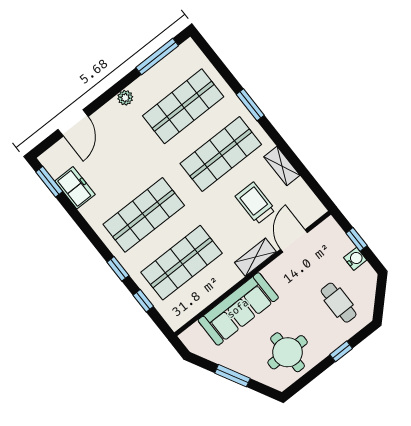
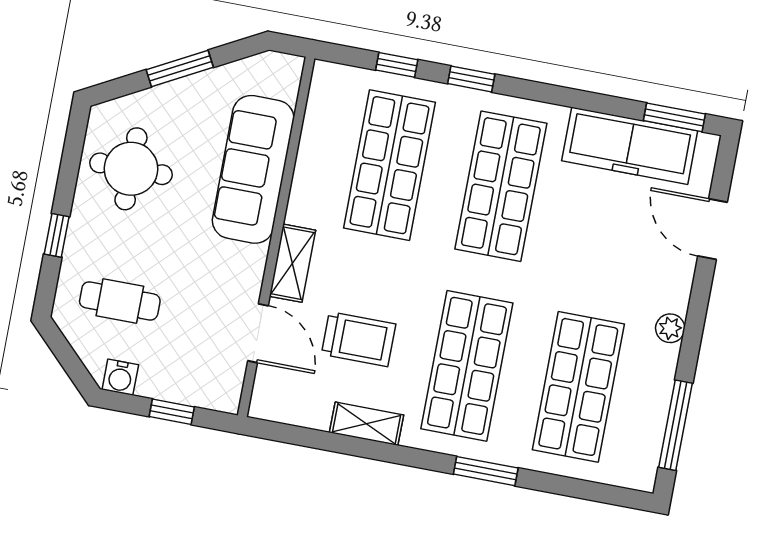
freezer: (75, 188) -> (630, 146), width x1.91, depth x1.26
water cooler: (355, 259) -> (120, 377), moved

